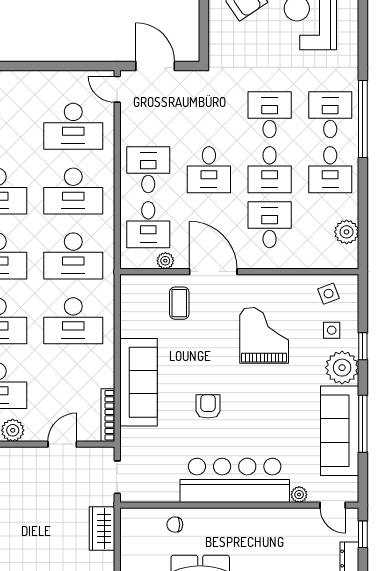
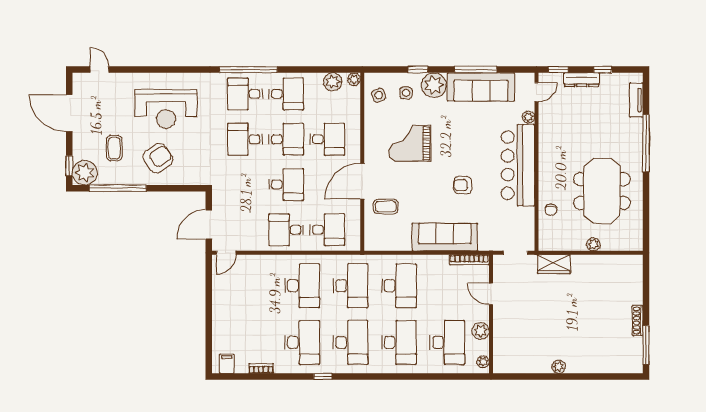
desk: (73, 126) -> (254, 286), removed
desk: (270, 225) -> (327, 139), turned 180
plant: (165, 261) -> (354, 79), moved

